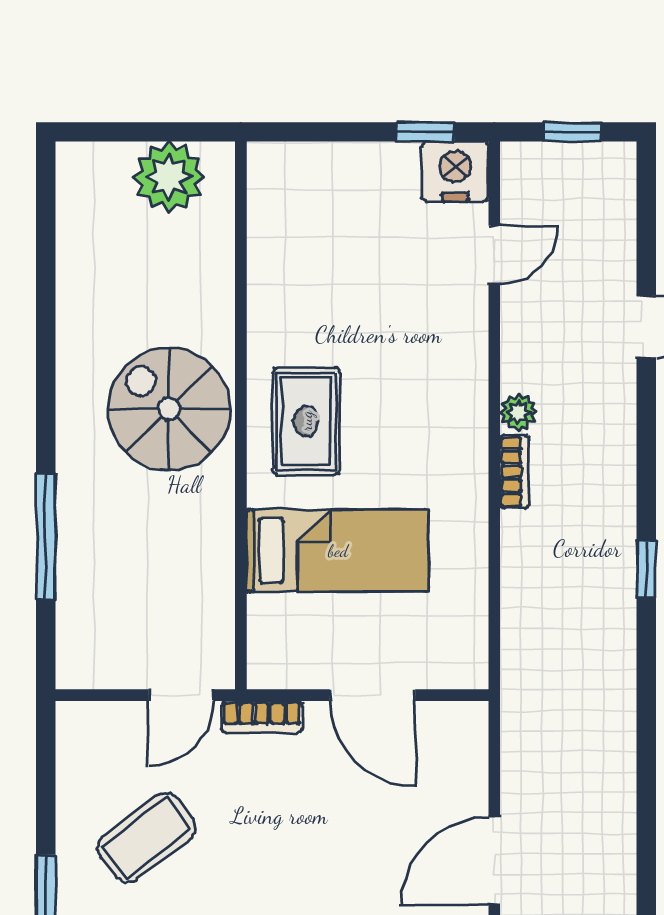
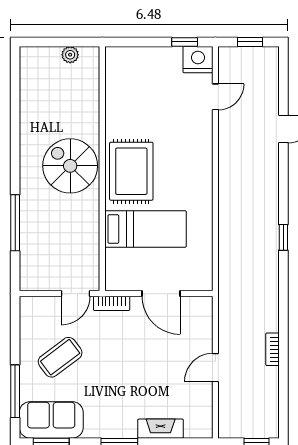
plant: (169, 177) -> (70, 55), width x0.53, depth x0.53
plant: (519, 412) -> (226, 167), removed
rug: (306, 421) -> (131, 171), width x1.36, depth x1.43
bookcase: (515, 472) -> (272, 349), moved, turned 180
door: (494, 861) -> (215, 368), width x0.73

